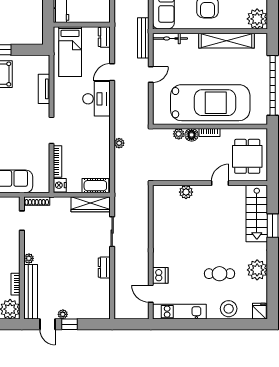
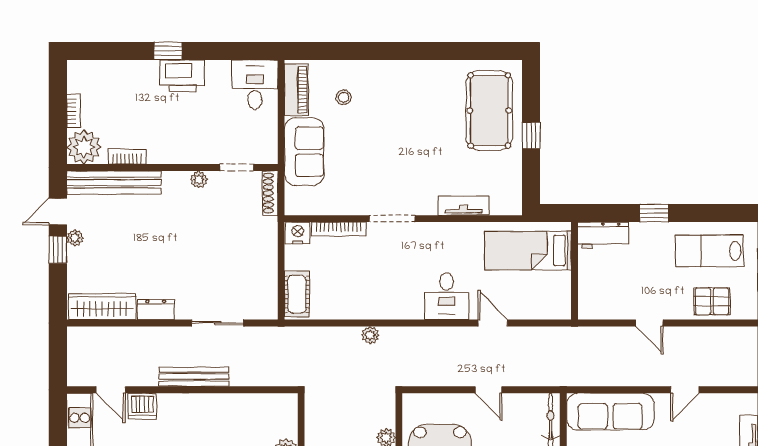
dresser: (104, 37) -> (553, 310), removed
bench: (143, 38) -> (194, 377), moved
desk: (97, 99) -> (447, 296), width x0.73
wardrobe: (91, 204) -> (102, 307), moved, turned 90
plant: (29, 258) -> (199, 179), moved
door: (151, 294) -> (111, 390), swing flipped

